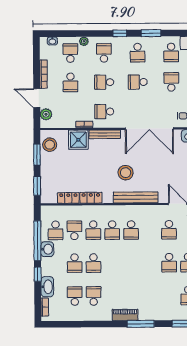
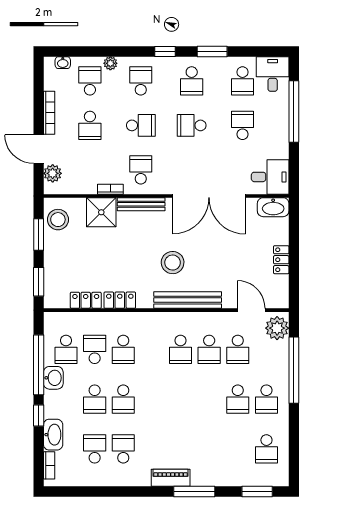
school desk: (104, 82) -> (141, 125), turned 180
school desk: (104, 112) -> (141, 170), turned 90
school desk: (112, 230) -> (209, 349), moved

